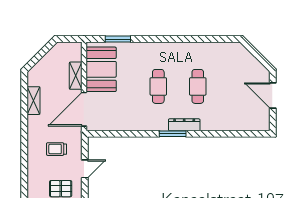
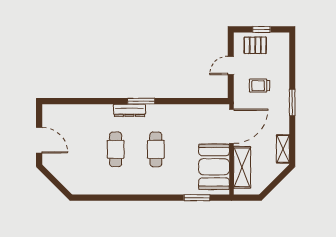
shelving: (76, 76) -> (242, 167), width x1.50, depth x1.33
shelving: (33, 101) -> (283, 149), moved
window: (24, 132) -> (292, 102), added
trolley: (56, 149) -> (260, 86), turned 180

